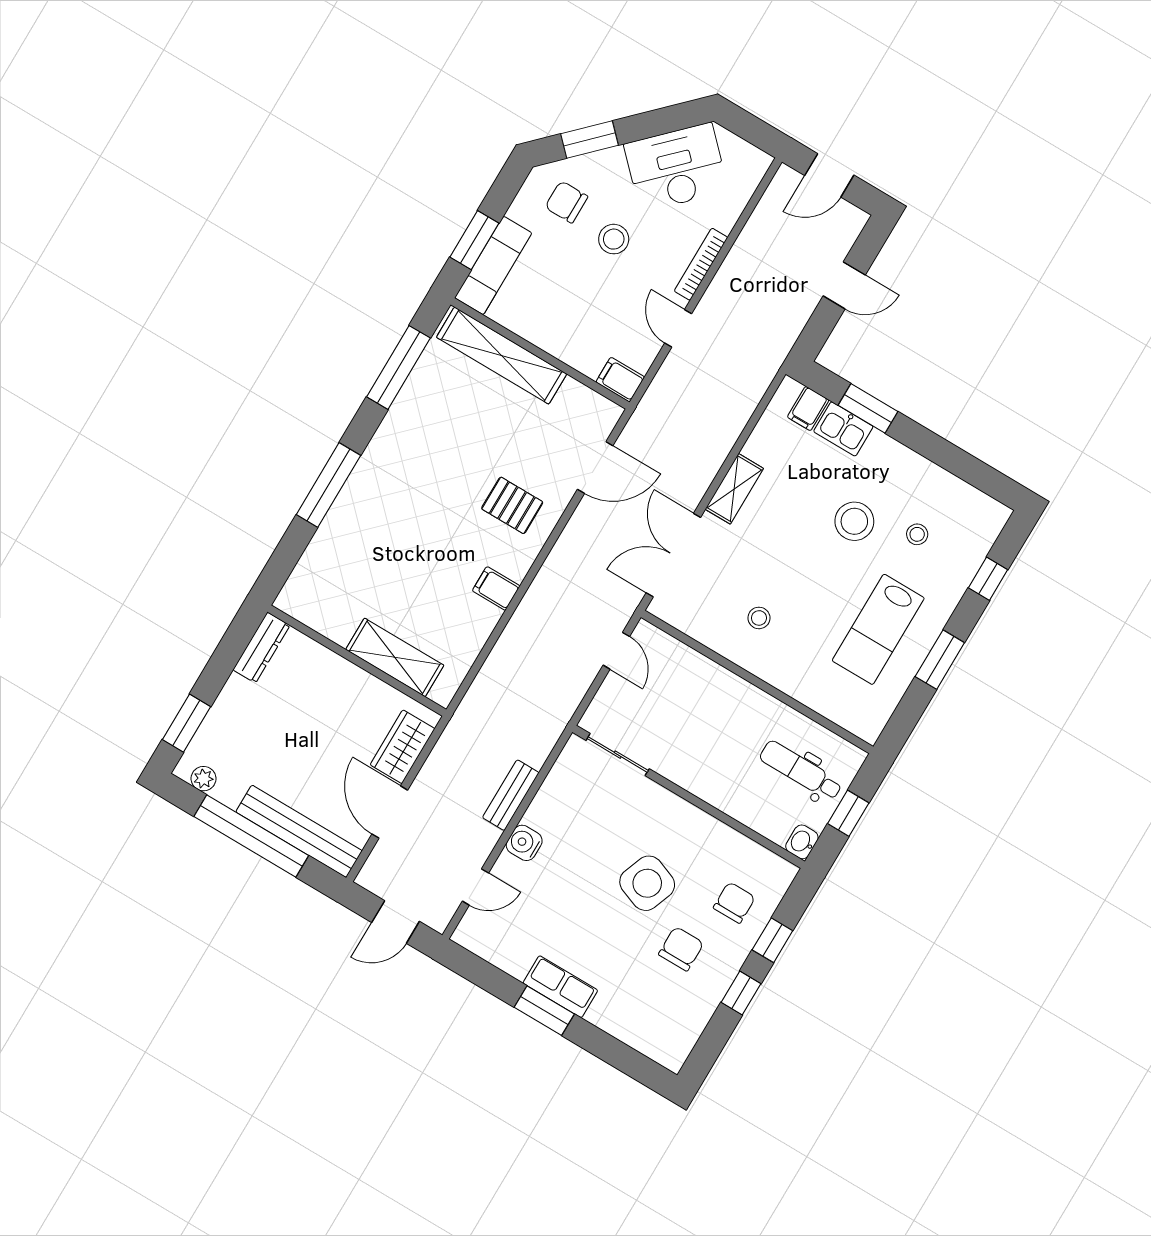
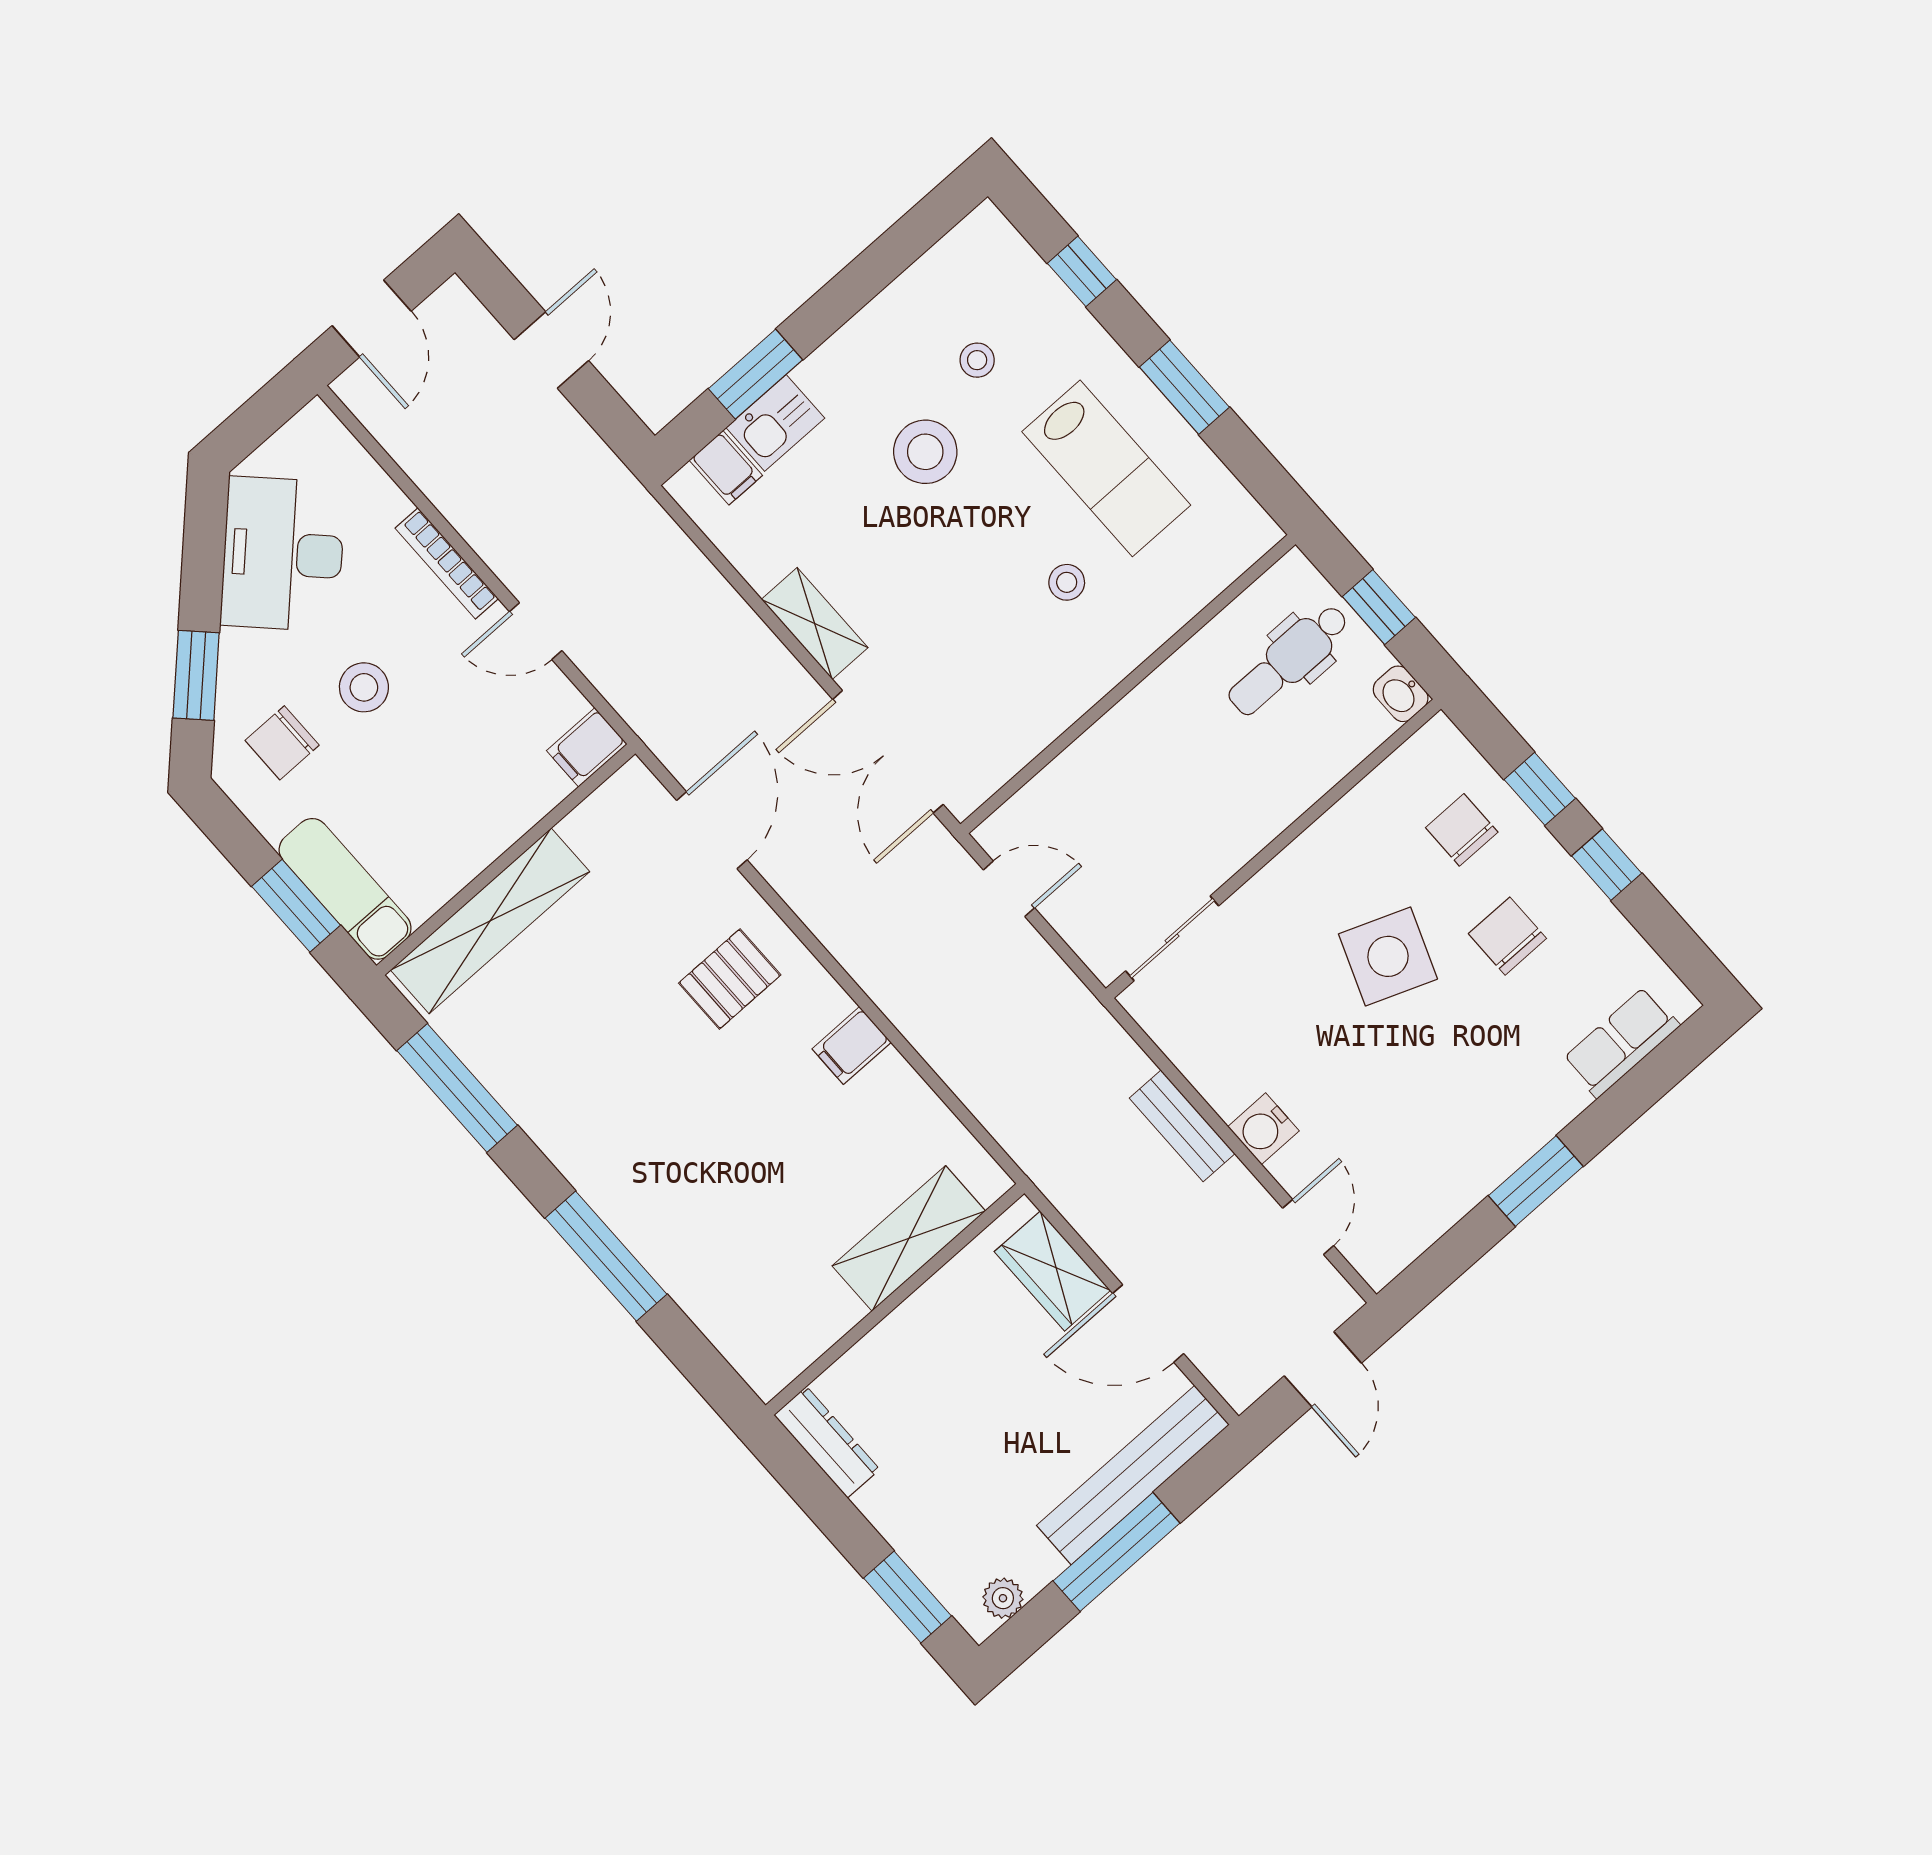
stool: (759, 618) -> (1067, 582), moved
window: (251, 836) -> (1116, 1552), width x0.68
row of seats: (560, 987) -> (1621, 1042), moved

